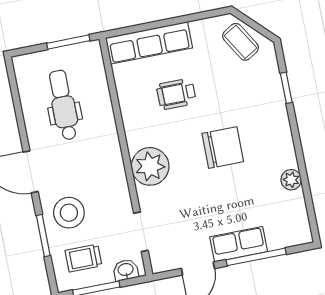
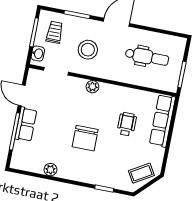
plant: (150, 166) -> (92, 87), width x0.53, depth x0.53
stool: (69, 213) -> (88, 50), moved

